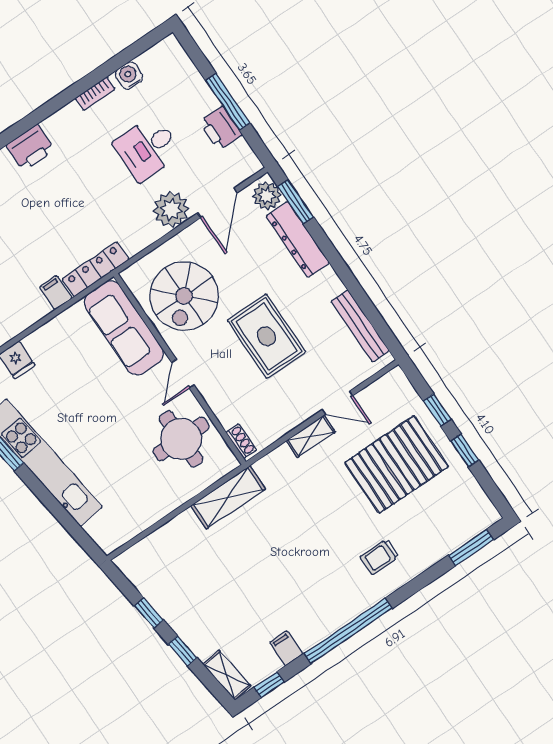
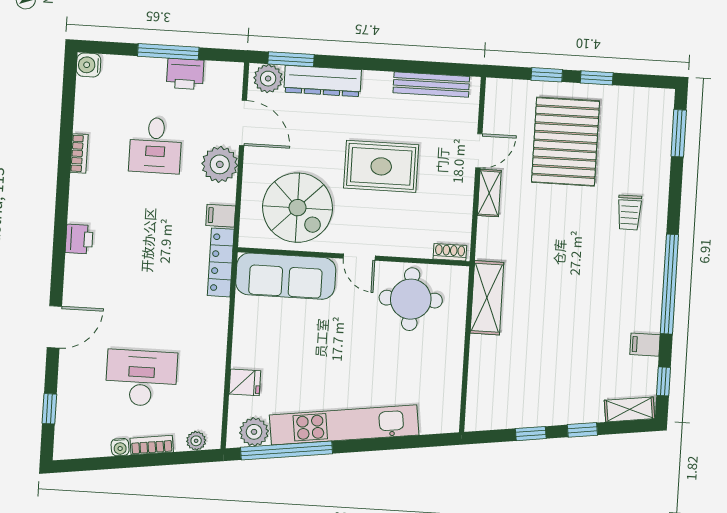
water cooler: (129, 76) -> (89, 65), moved
printer: (30, 148) -> (79, 239), width x0.73, depth x0.81
filing cabinet: (56, 293) -> (221, 216), moved

